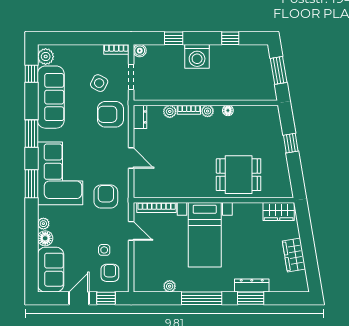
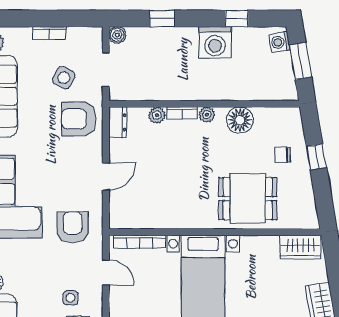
bookcase: (116, 49) -> (49, 33), moved
washing machine: (197, 56) -> (215, 43), moved
washing machine: (263, 56) -> (280, 42), added
floor lamp: (228, 110) -> (240, 120), width x1.89, depth x1.89
chair: (265, 142) -> (283, 155), added
door: (131, 158) -> (106, 177), hinge flipped

